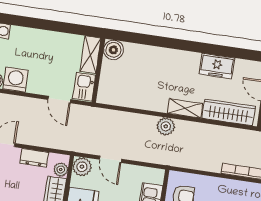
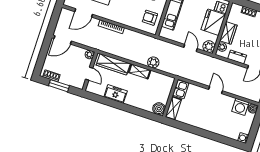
boiler: (113, 50) -> (159, 109), moved
shelving: (91, 55) -> (173, 108), moved
wall: (98, 70) -> (170, 98), moved
kitchen sink: (84, 87) -> (181, 89), moved

